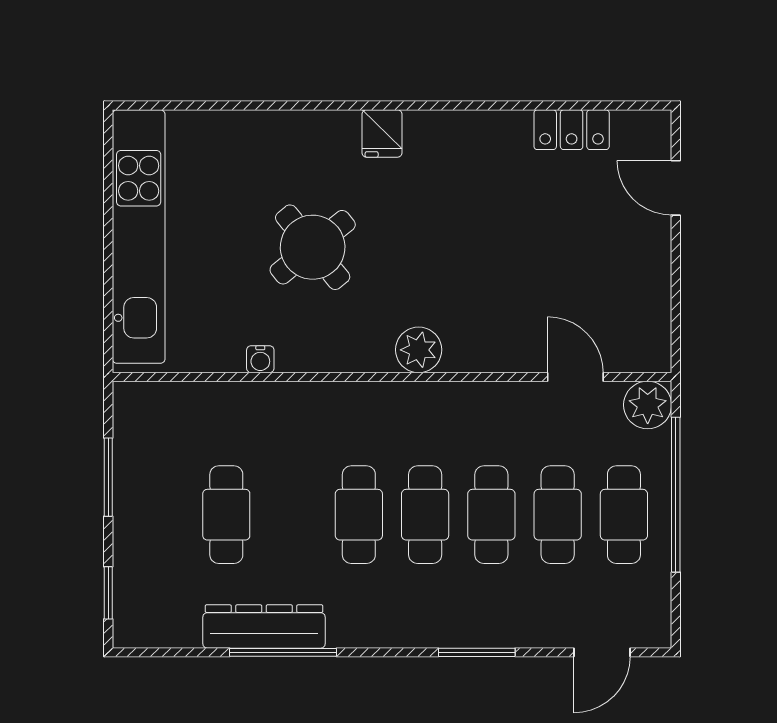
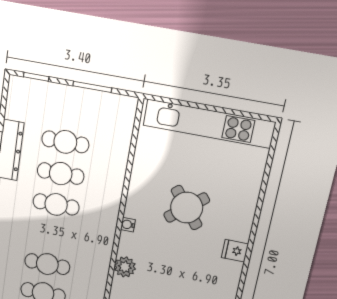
plant: (419, 350) -> (125, 267), moved
water cooler: (260, 359) -> (128, 225), moved
cafe table: (425, 515) -> (61, 174), moved

